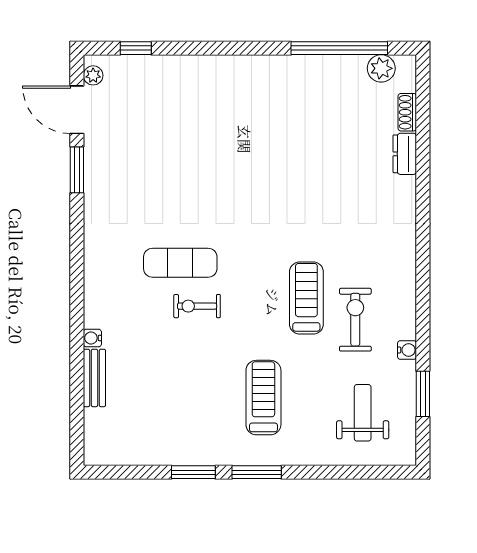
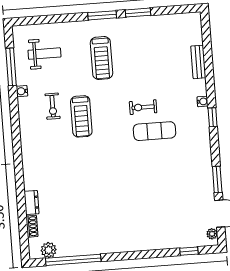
window: (77, 279) -> (213, 117), added
exercise bike: (197, 306) -> (143, 107), turned 180
exercise bike: (355, 320) -> (53, 106), width x0.73, depth x0.72
water cooler: (92, 338) -> (202, 101), moved
window: (423, 394) -> (11, 67), width x1.44
weight bench: (363, 413) -> (44, 54), turned -90

